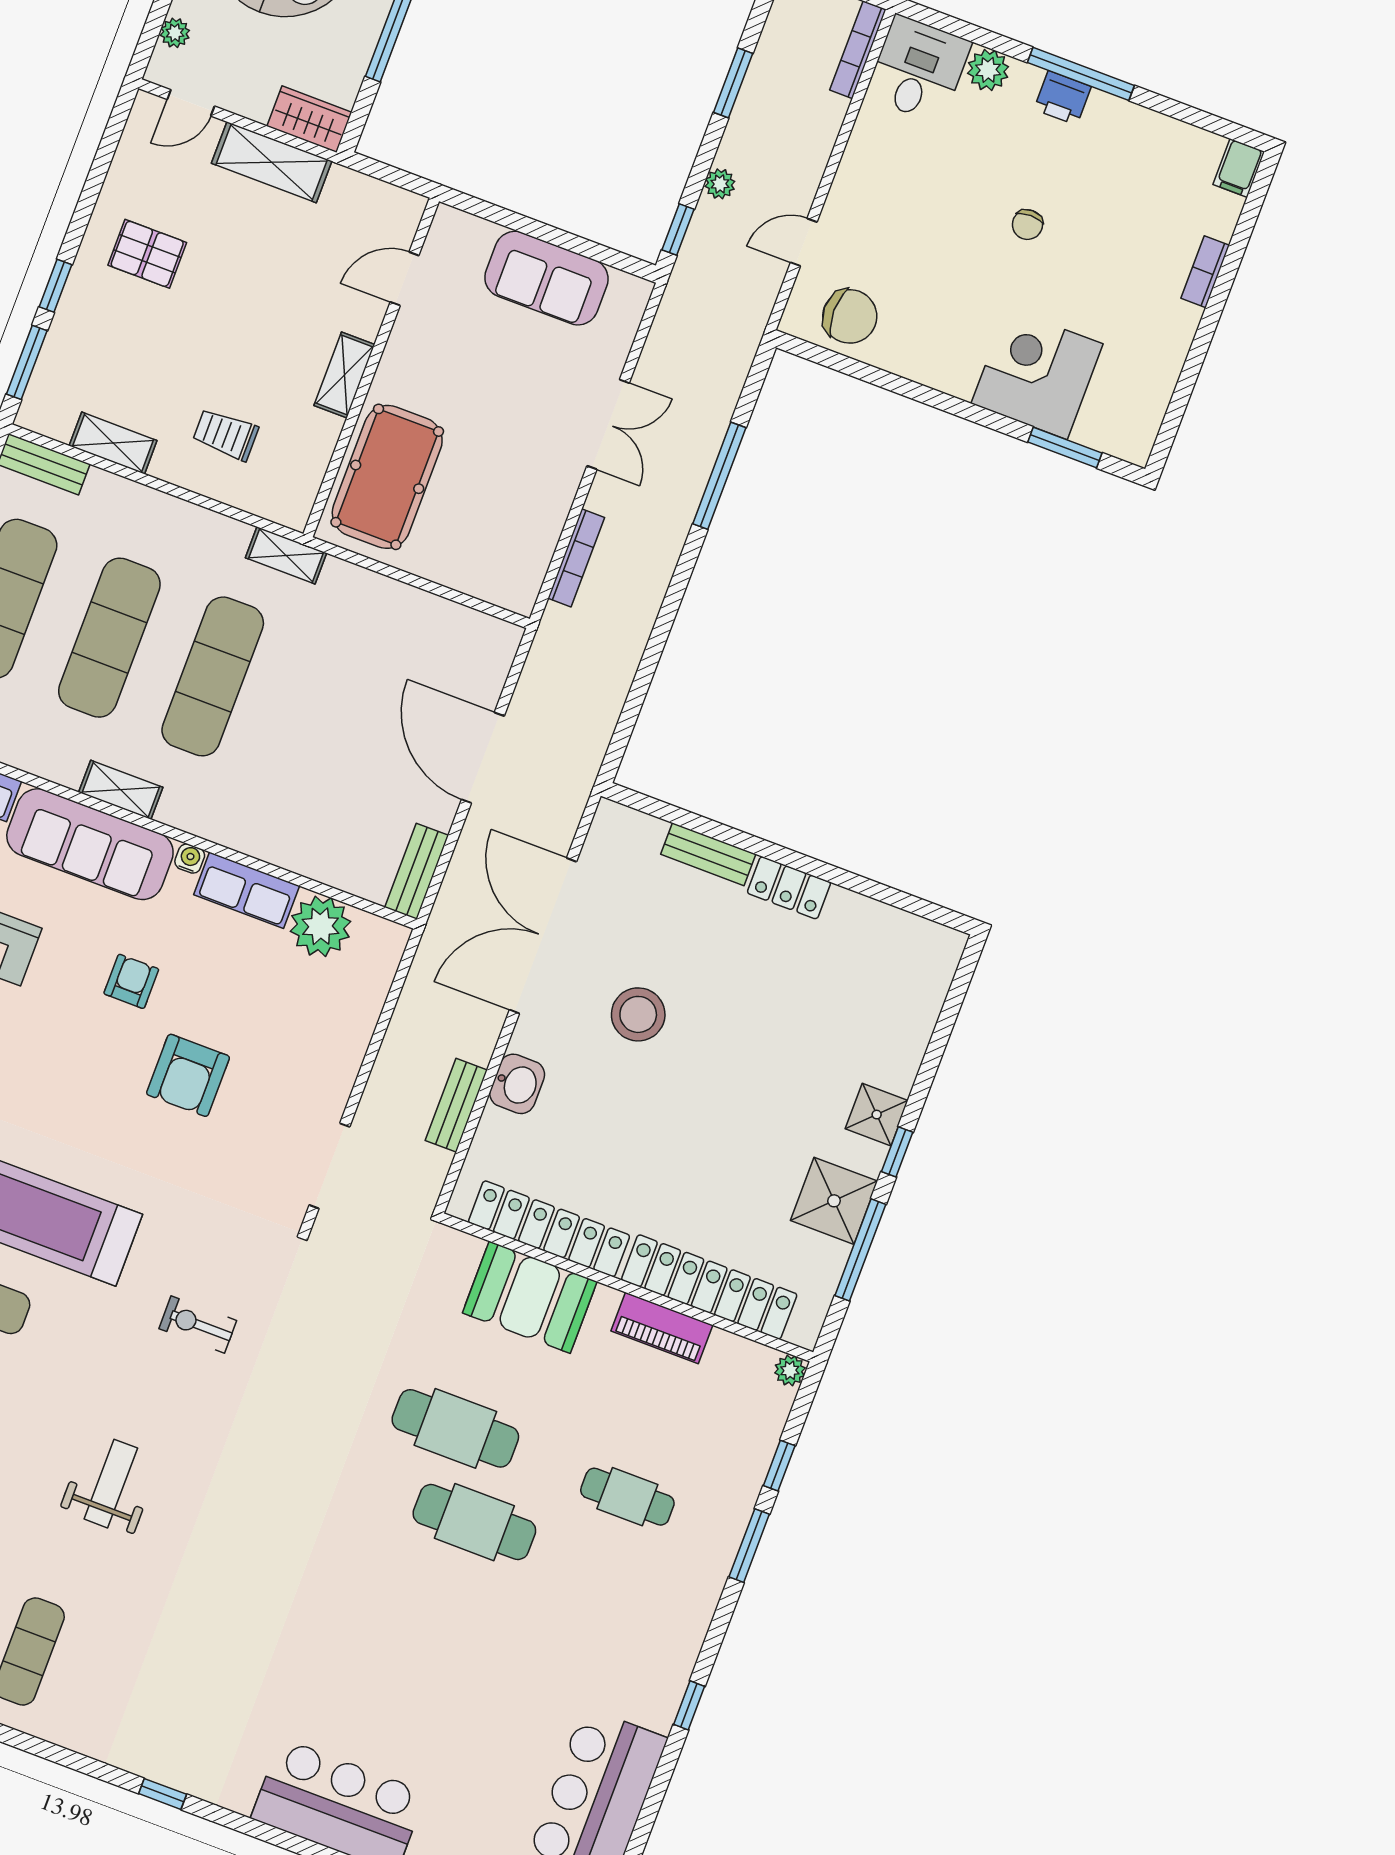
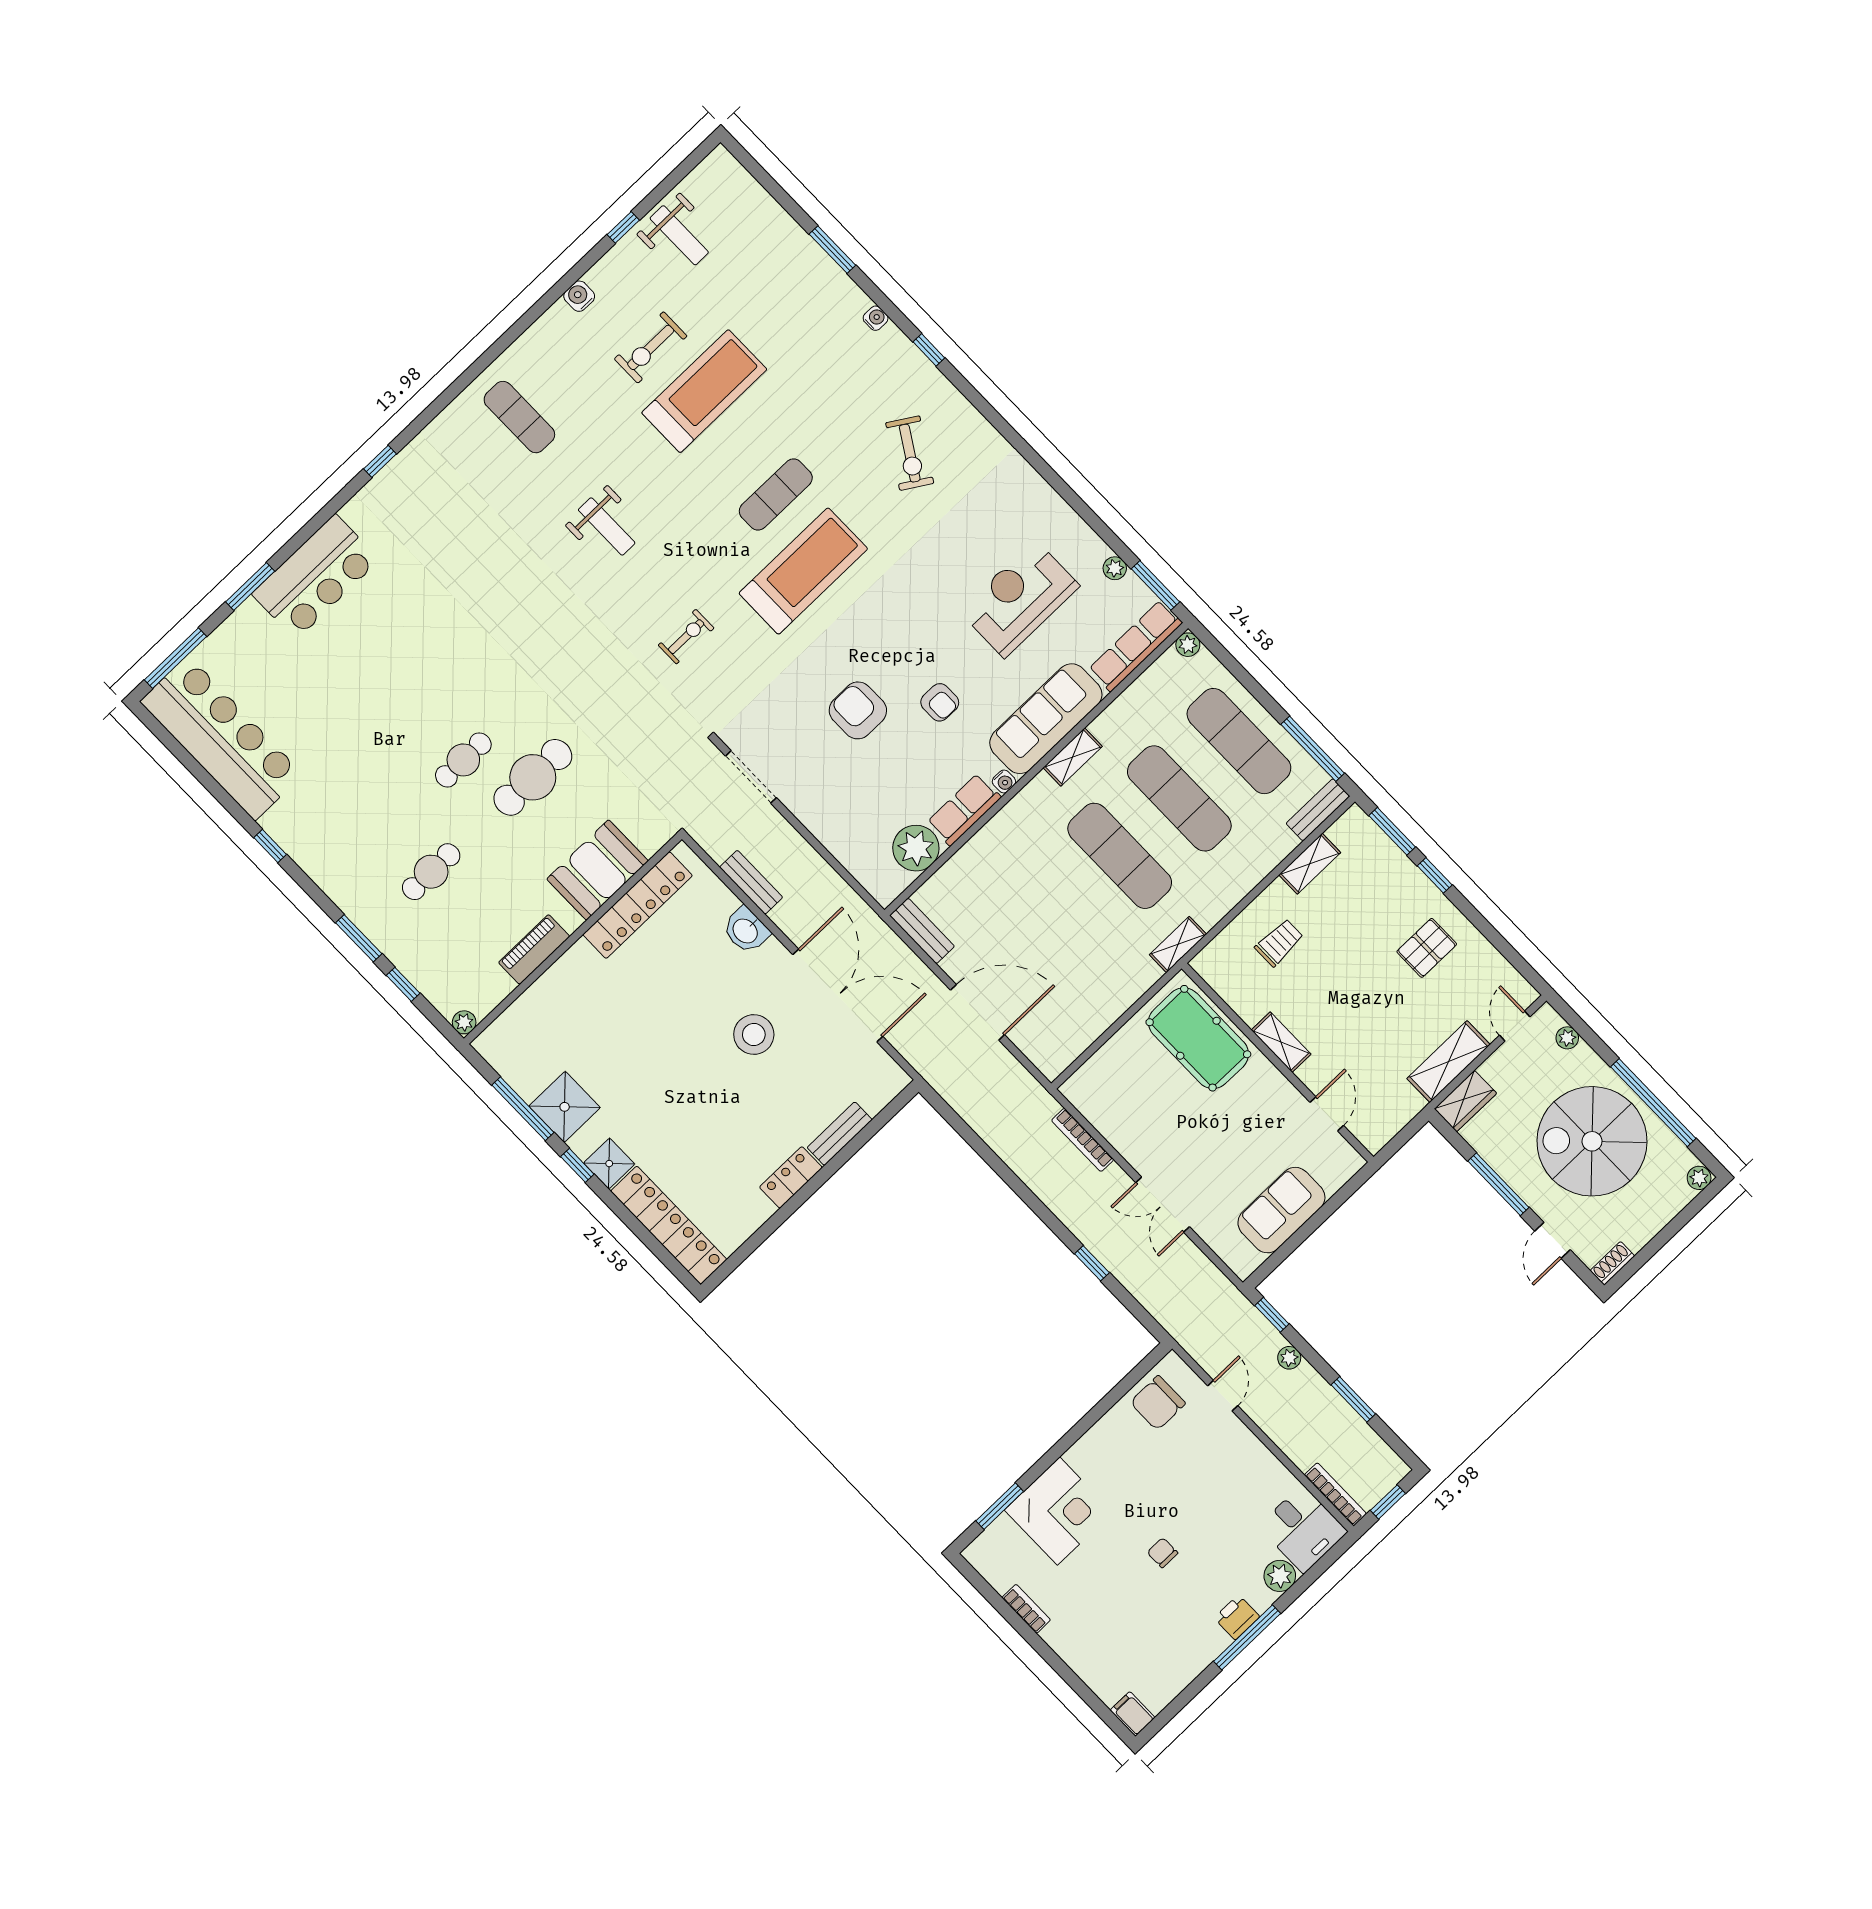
bookcase: (1205, 272) -> (1026, 1609), moved
window: (719, 476) -> (1092, 1263), width x0.46
locker: (709, 1287) -> (669, 1225), moved, turned -90
cafe table: (474, 1522) -> (463, 760), width x0.73, depth x0.74

